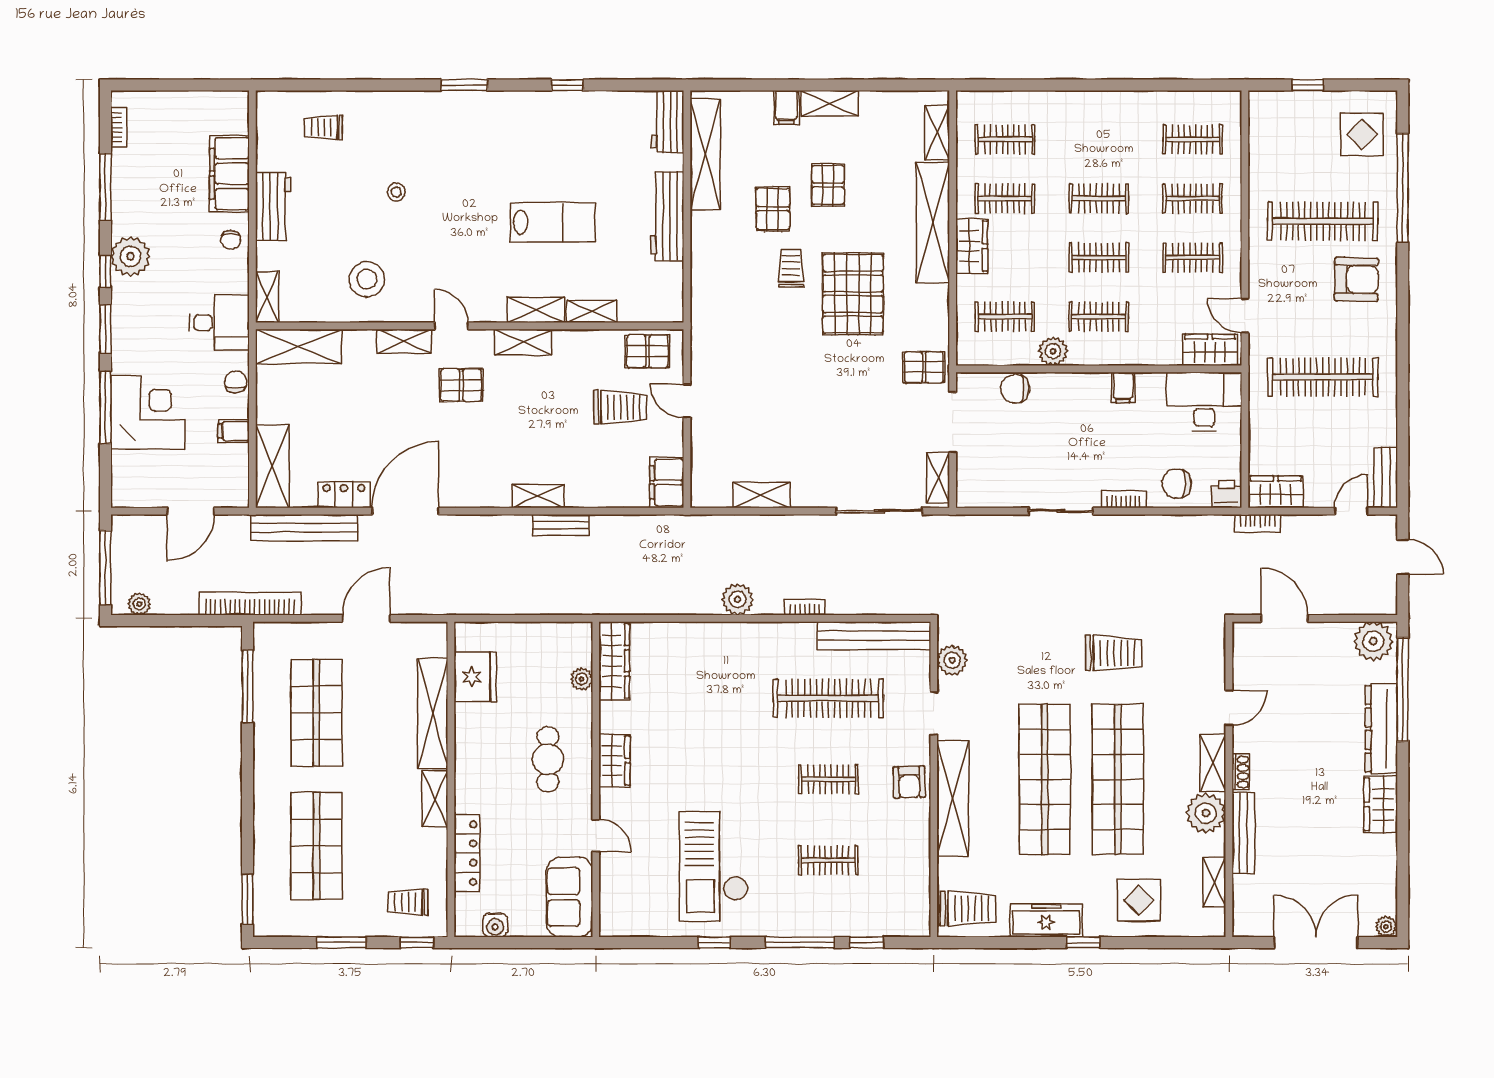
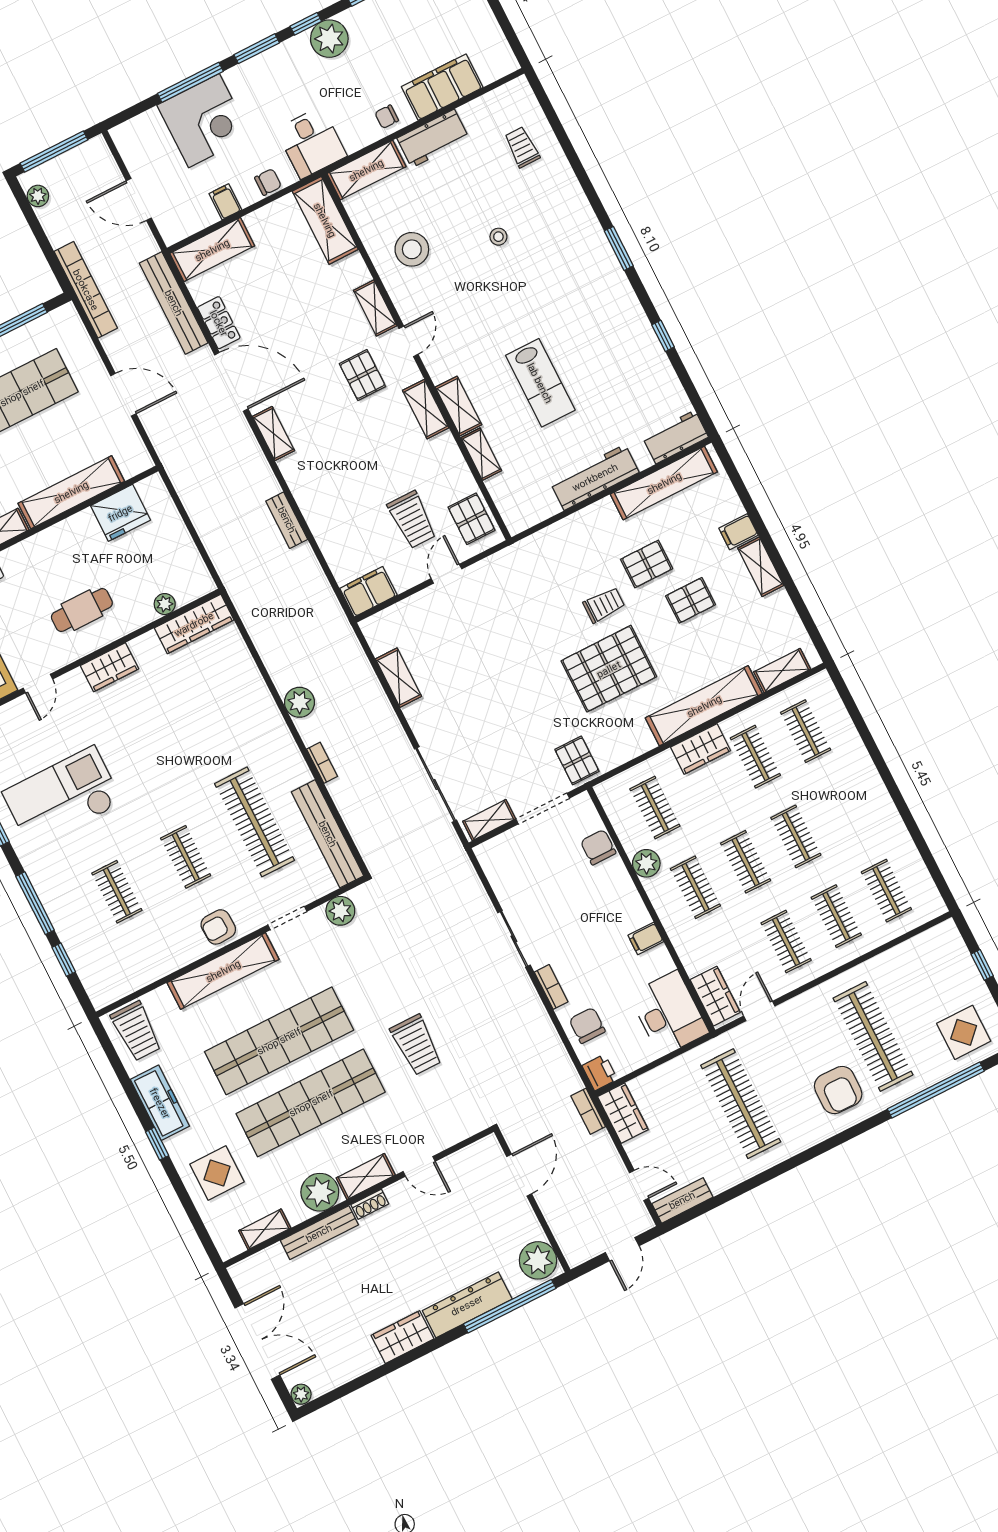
shelving: (267, 297) -> (366, 170), width x1.50, depth x1.33
shelving: (538, 496) -> (273, 434), moved

